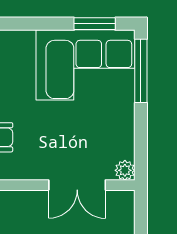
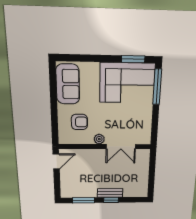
plant: (125, 170) -> (99, 139), moved

